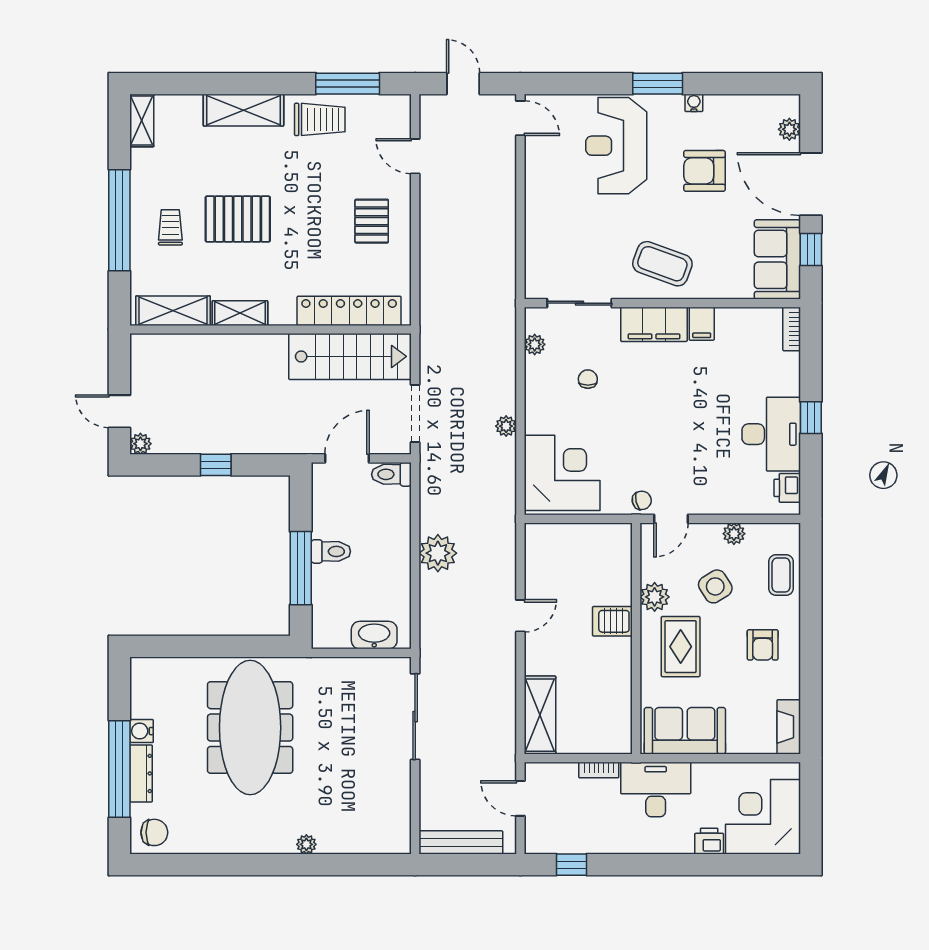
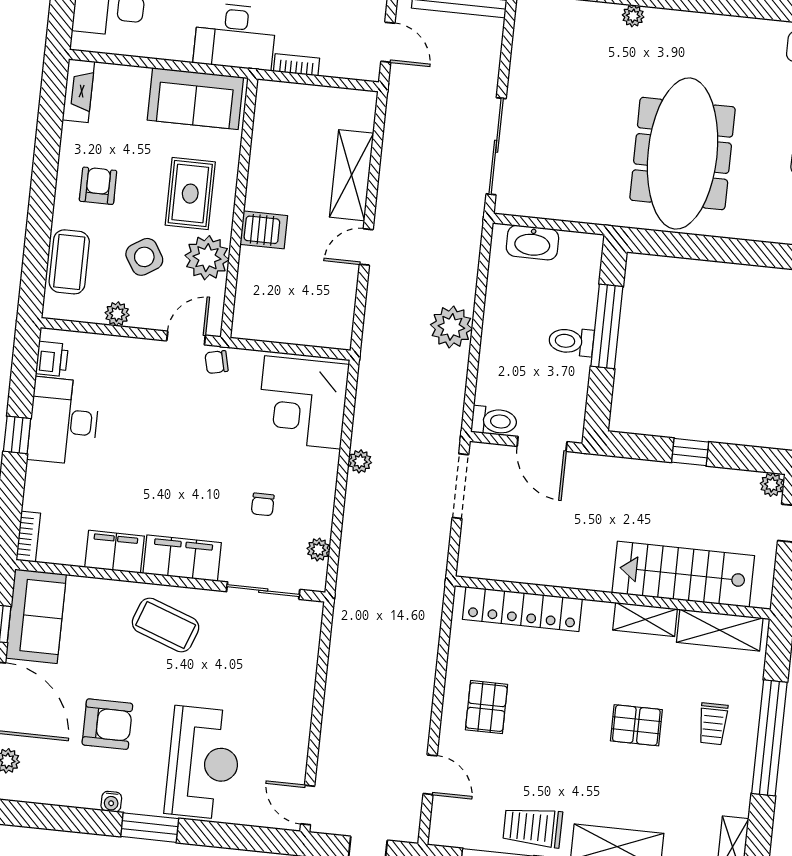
pallet: (238, 219) -> (636, 725), width x0.67, depth x0.71
filing cabinet: (702, 324) -> (115, 552), width x2.00
stairs: (350, 356) -> (683, 574), moved
door: (347, 458) -> (542, 444), hinge flipped
coffee table: (781, 575) -> (69, 262), width x1.36, depth x1.30
plant: (655, 597) -> (207, 258), width x1.36, depth x1.36
shelving: (540, 715) -> (352, 175), moved

